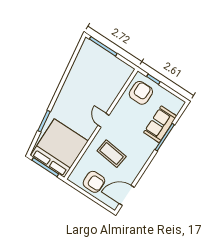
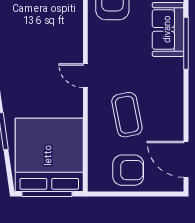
coffee table: (112, 154) -> (127, 115), turned 72
door: (127, 195) -> (186, 159), hinge flipped

